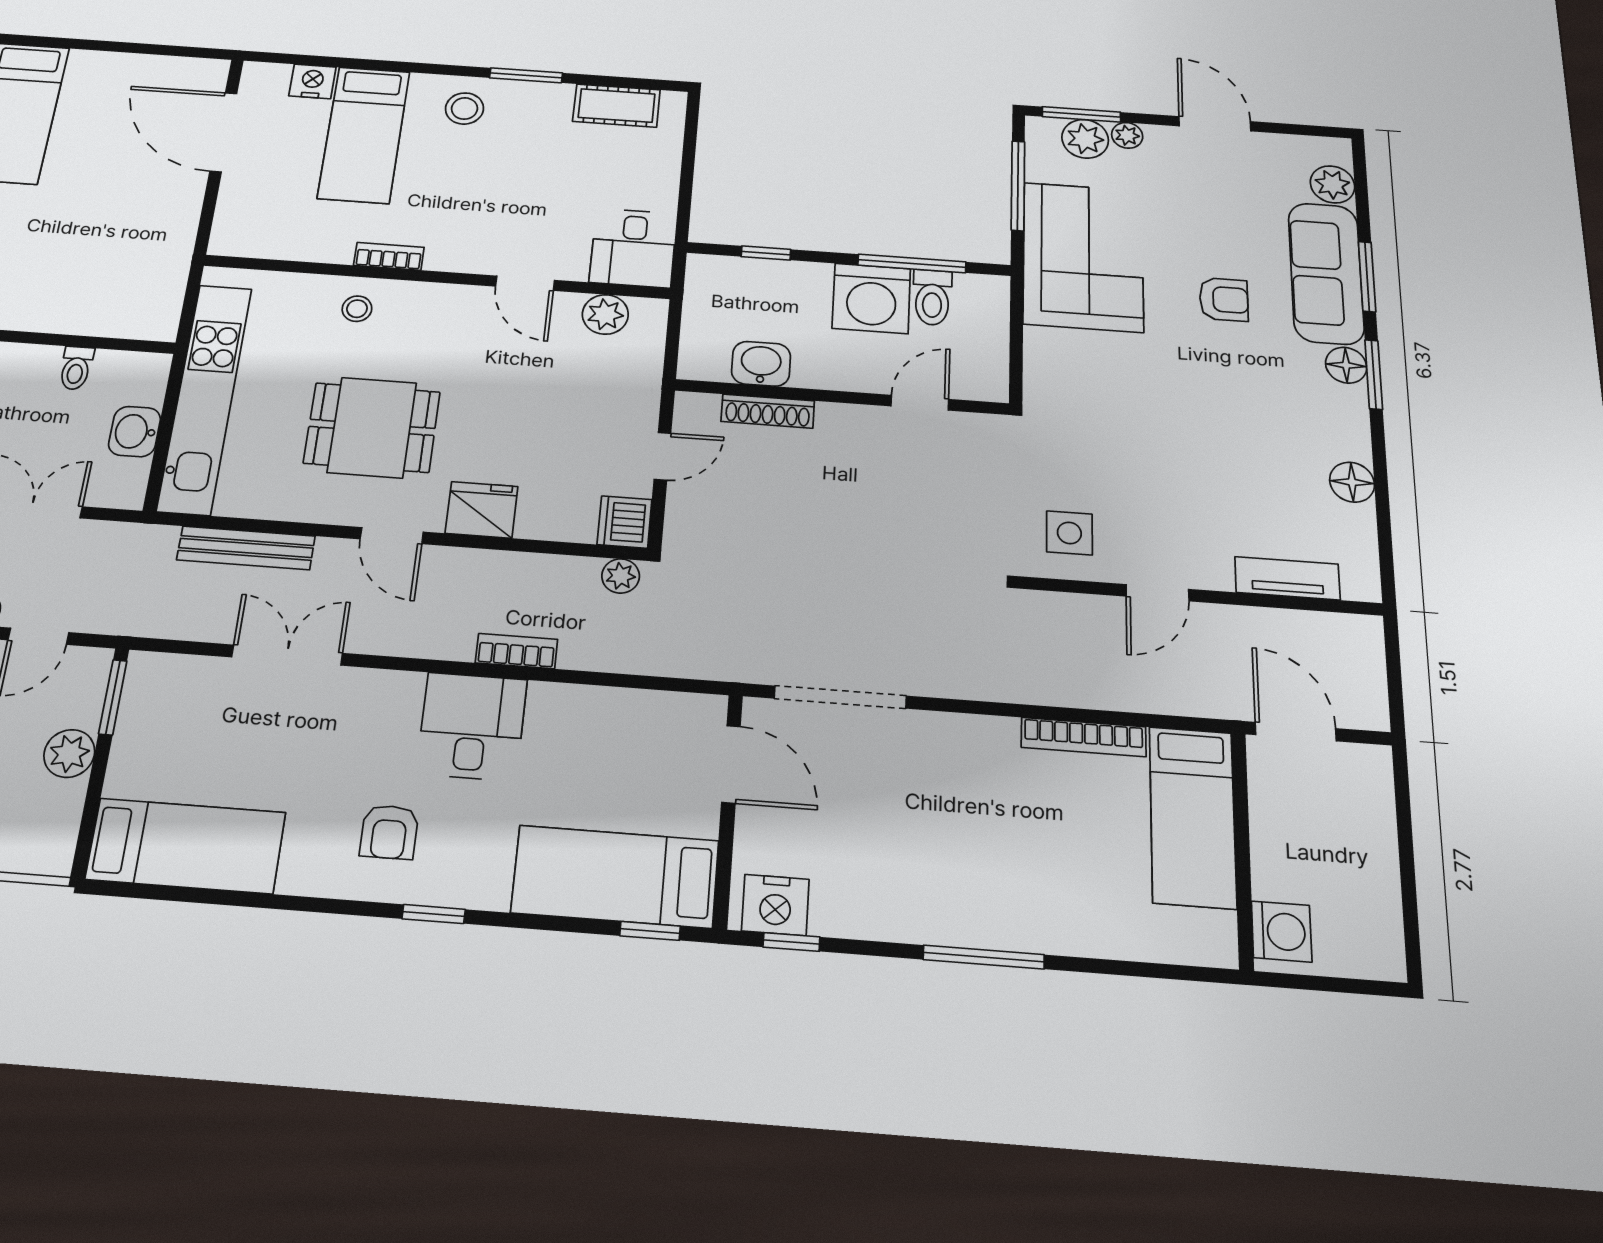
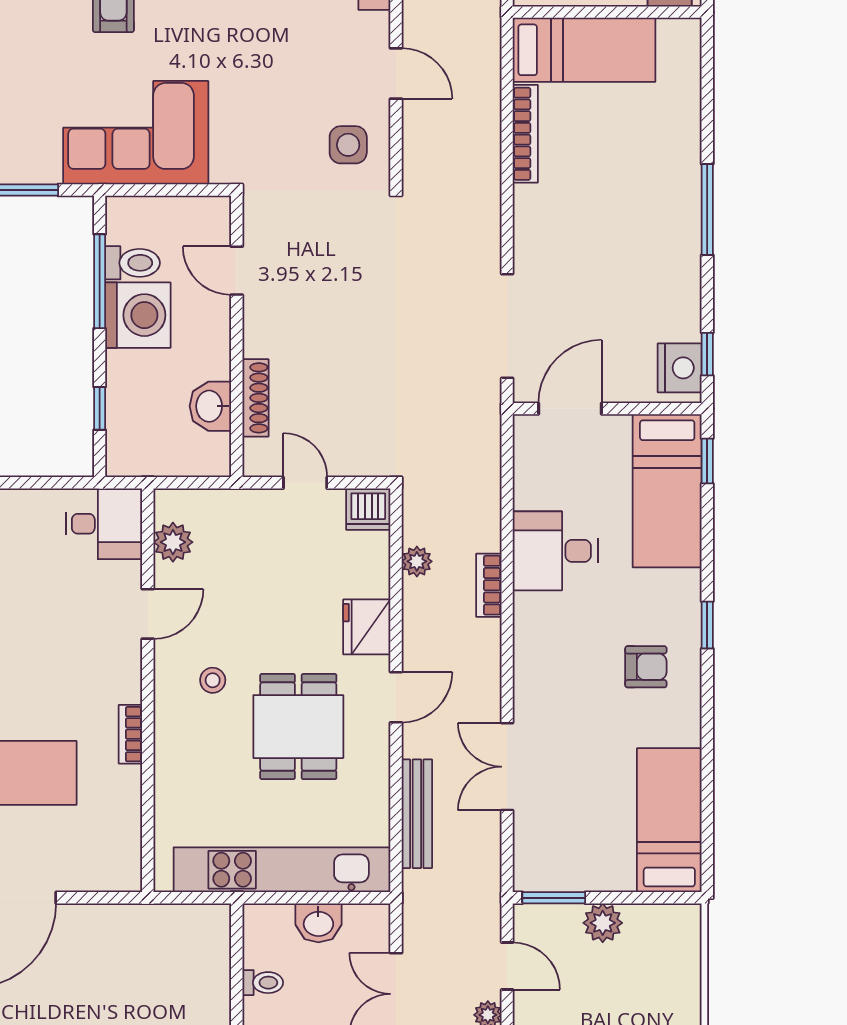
corner sofa: (1083, 257) -> (136, 133), moved
stool: (357, 309) -> (213, 680), moved
plant: (621, 576) -> (417, 561), moved
desk: (472, 726) -> (555, 551), moved

